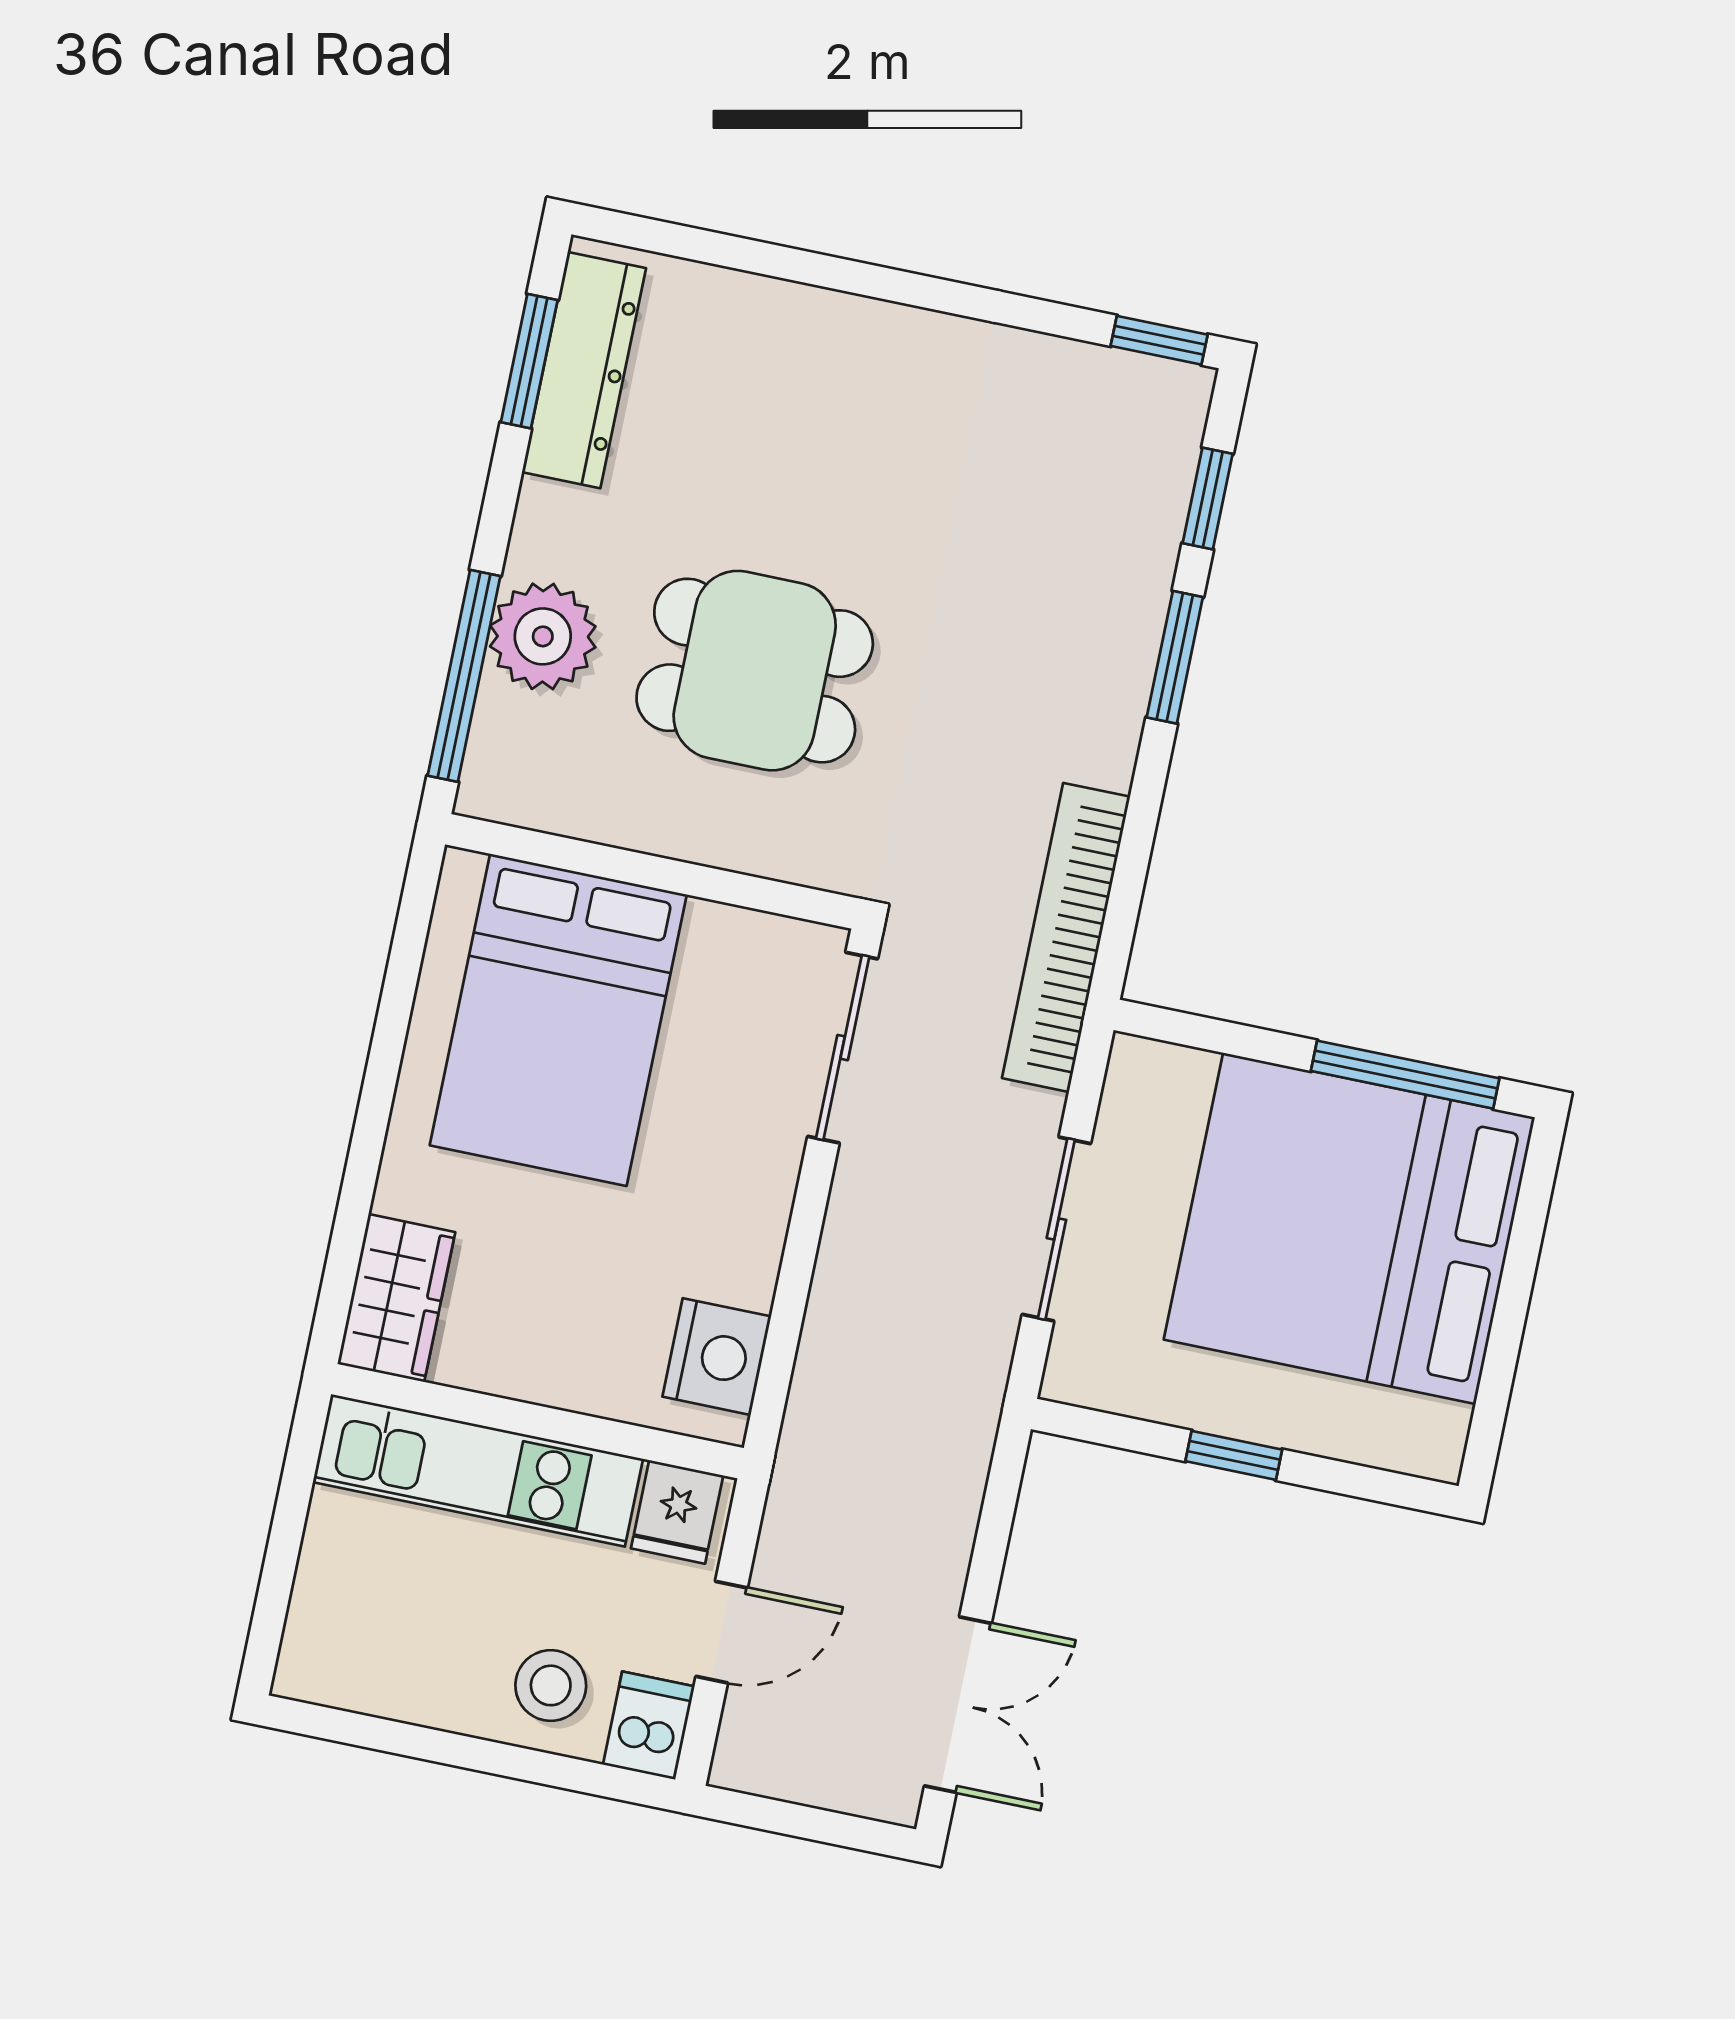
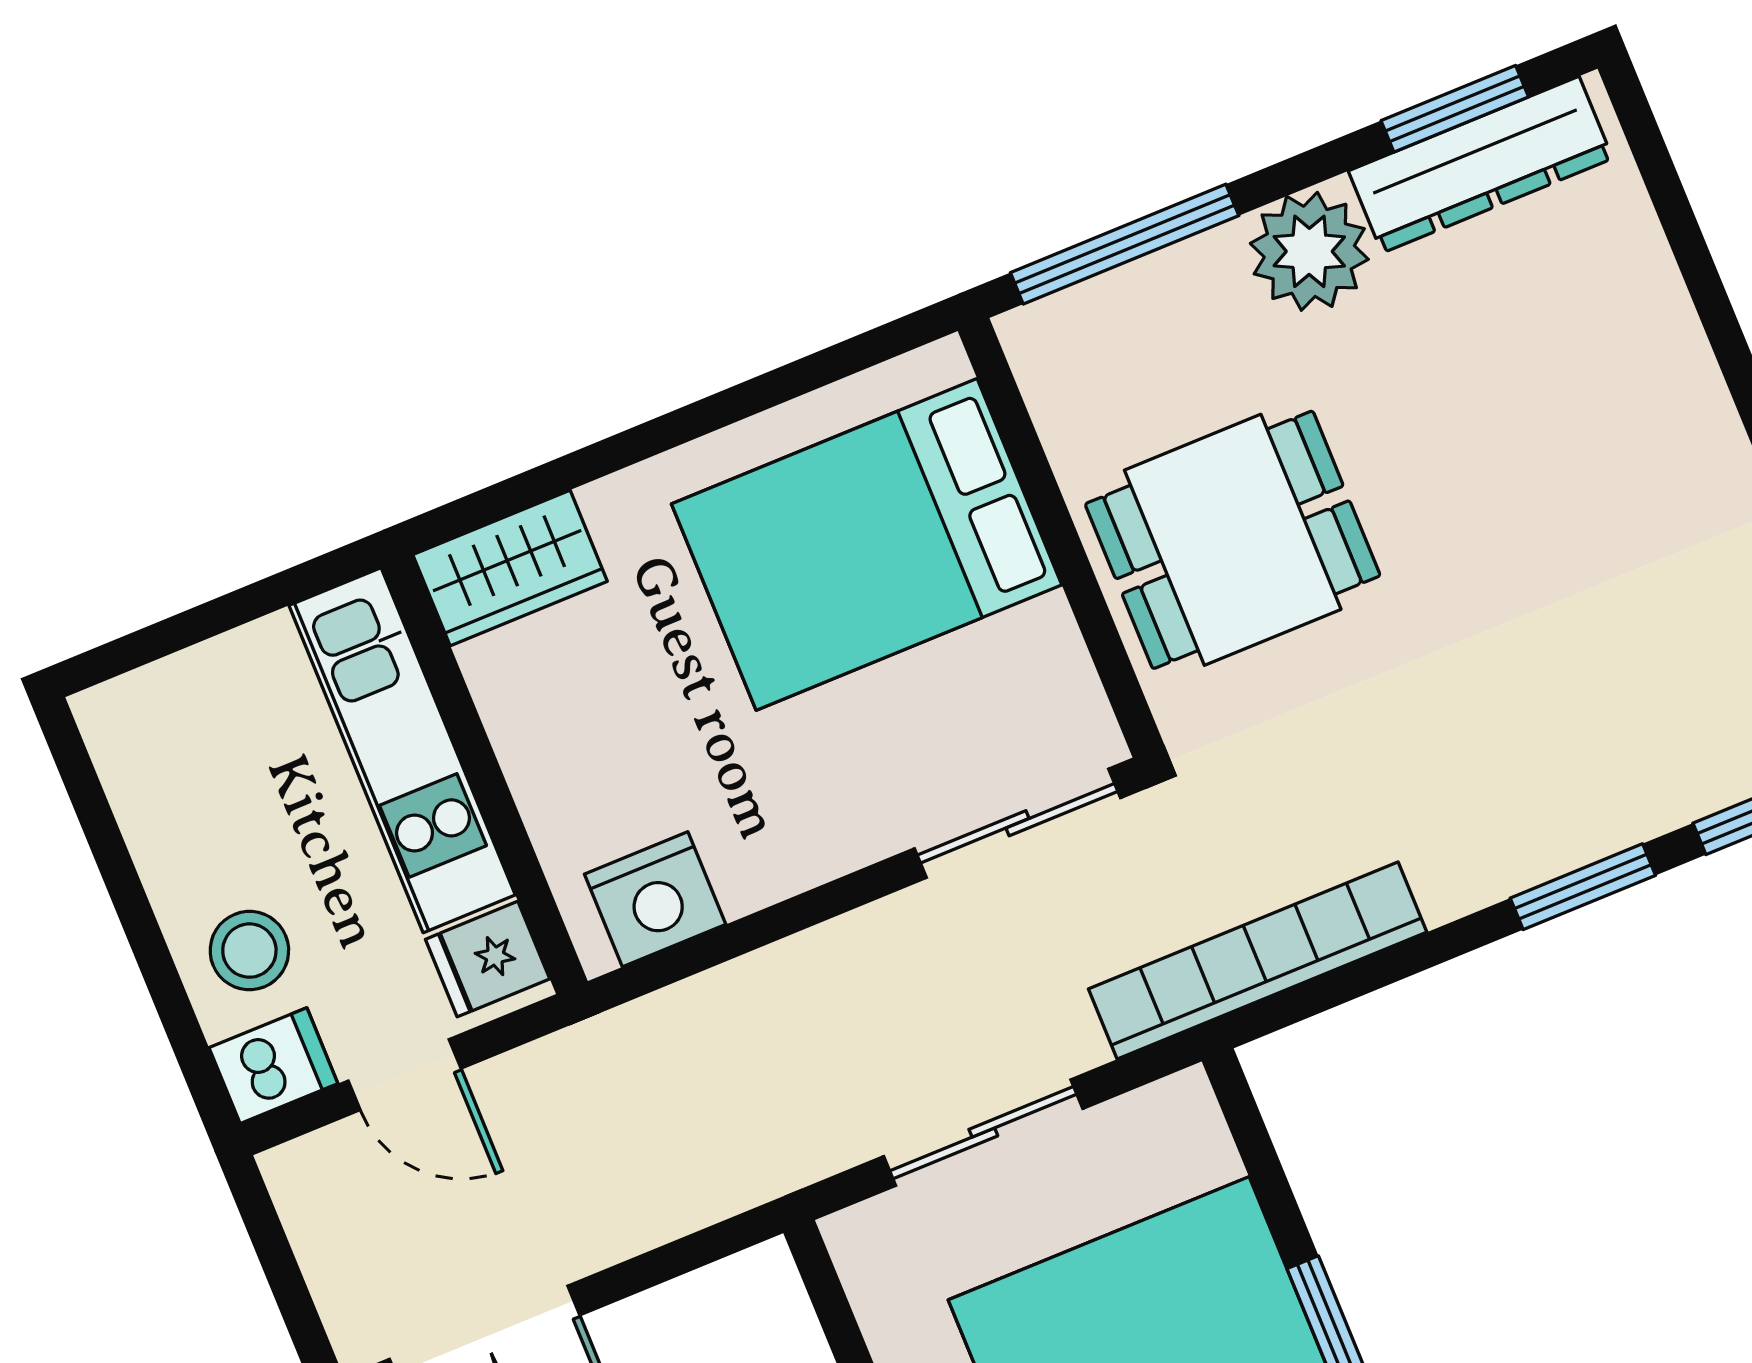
plant: (543, 636) -> (1309, 251), moved
dining table: (755, 671) -> (1233, 540), moved, turned 90

